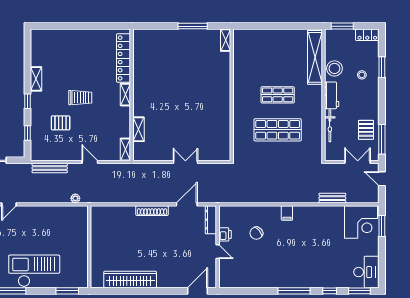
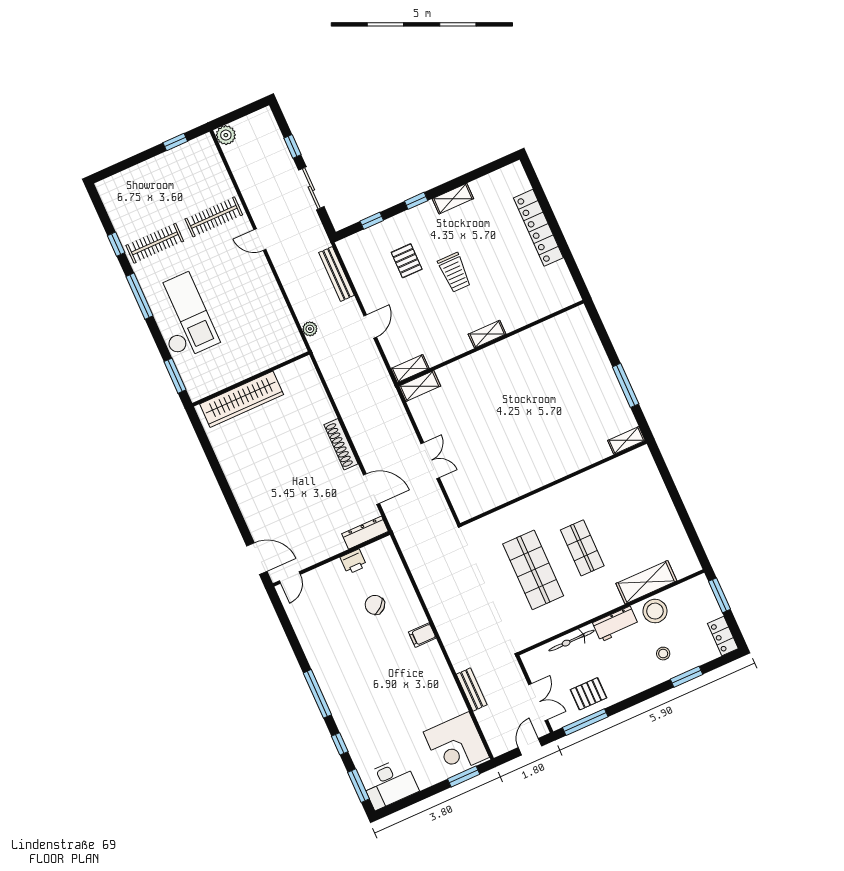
shelving: (315, 57) -> (646, 582), width x0.68
locker: (124, 58) -> (538, 228), moved, turned -90
shelving: (138, 129) -> (420, 386), moved
door: (218, 252) -> (290, 578), moved
wardrobe: (130, 279) -> (242, 399), moved, turned 90

